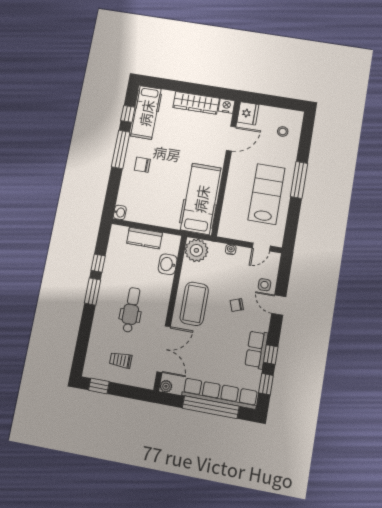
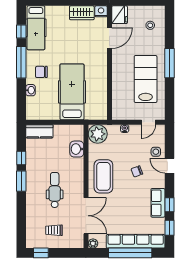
wardrobe: (196, 103) -> (82, 13), width x0.67
hospital bed: (201, 199) -> (72, 92), moved
washbasin: (120, 212) -> (31, 90), moved
kitchen counter: (144, 238) -> (39, 131), moved

